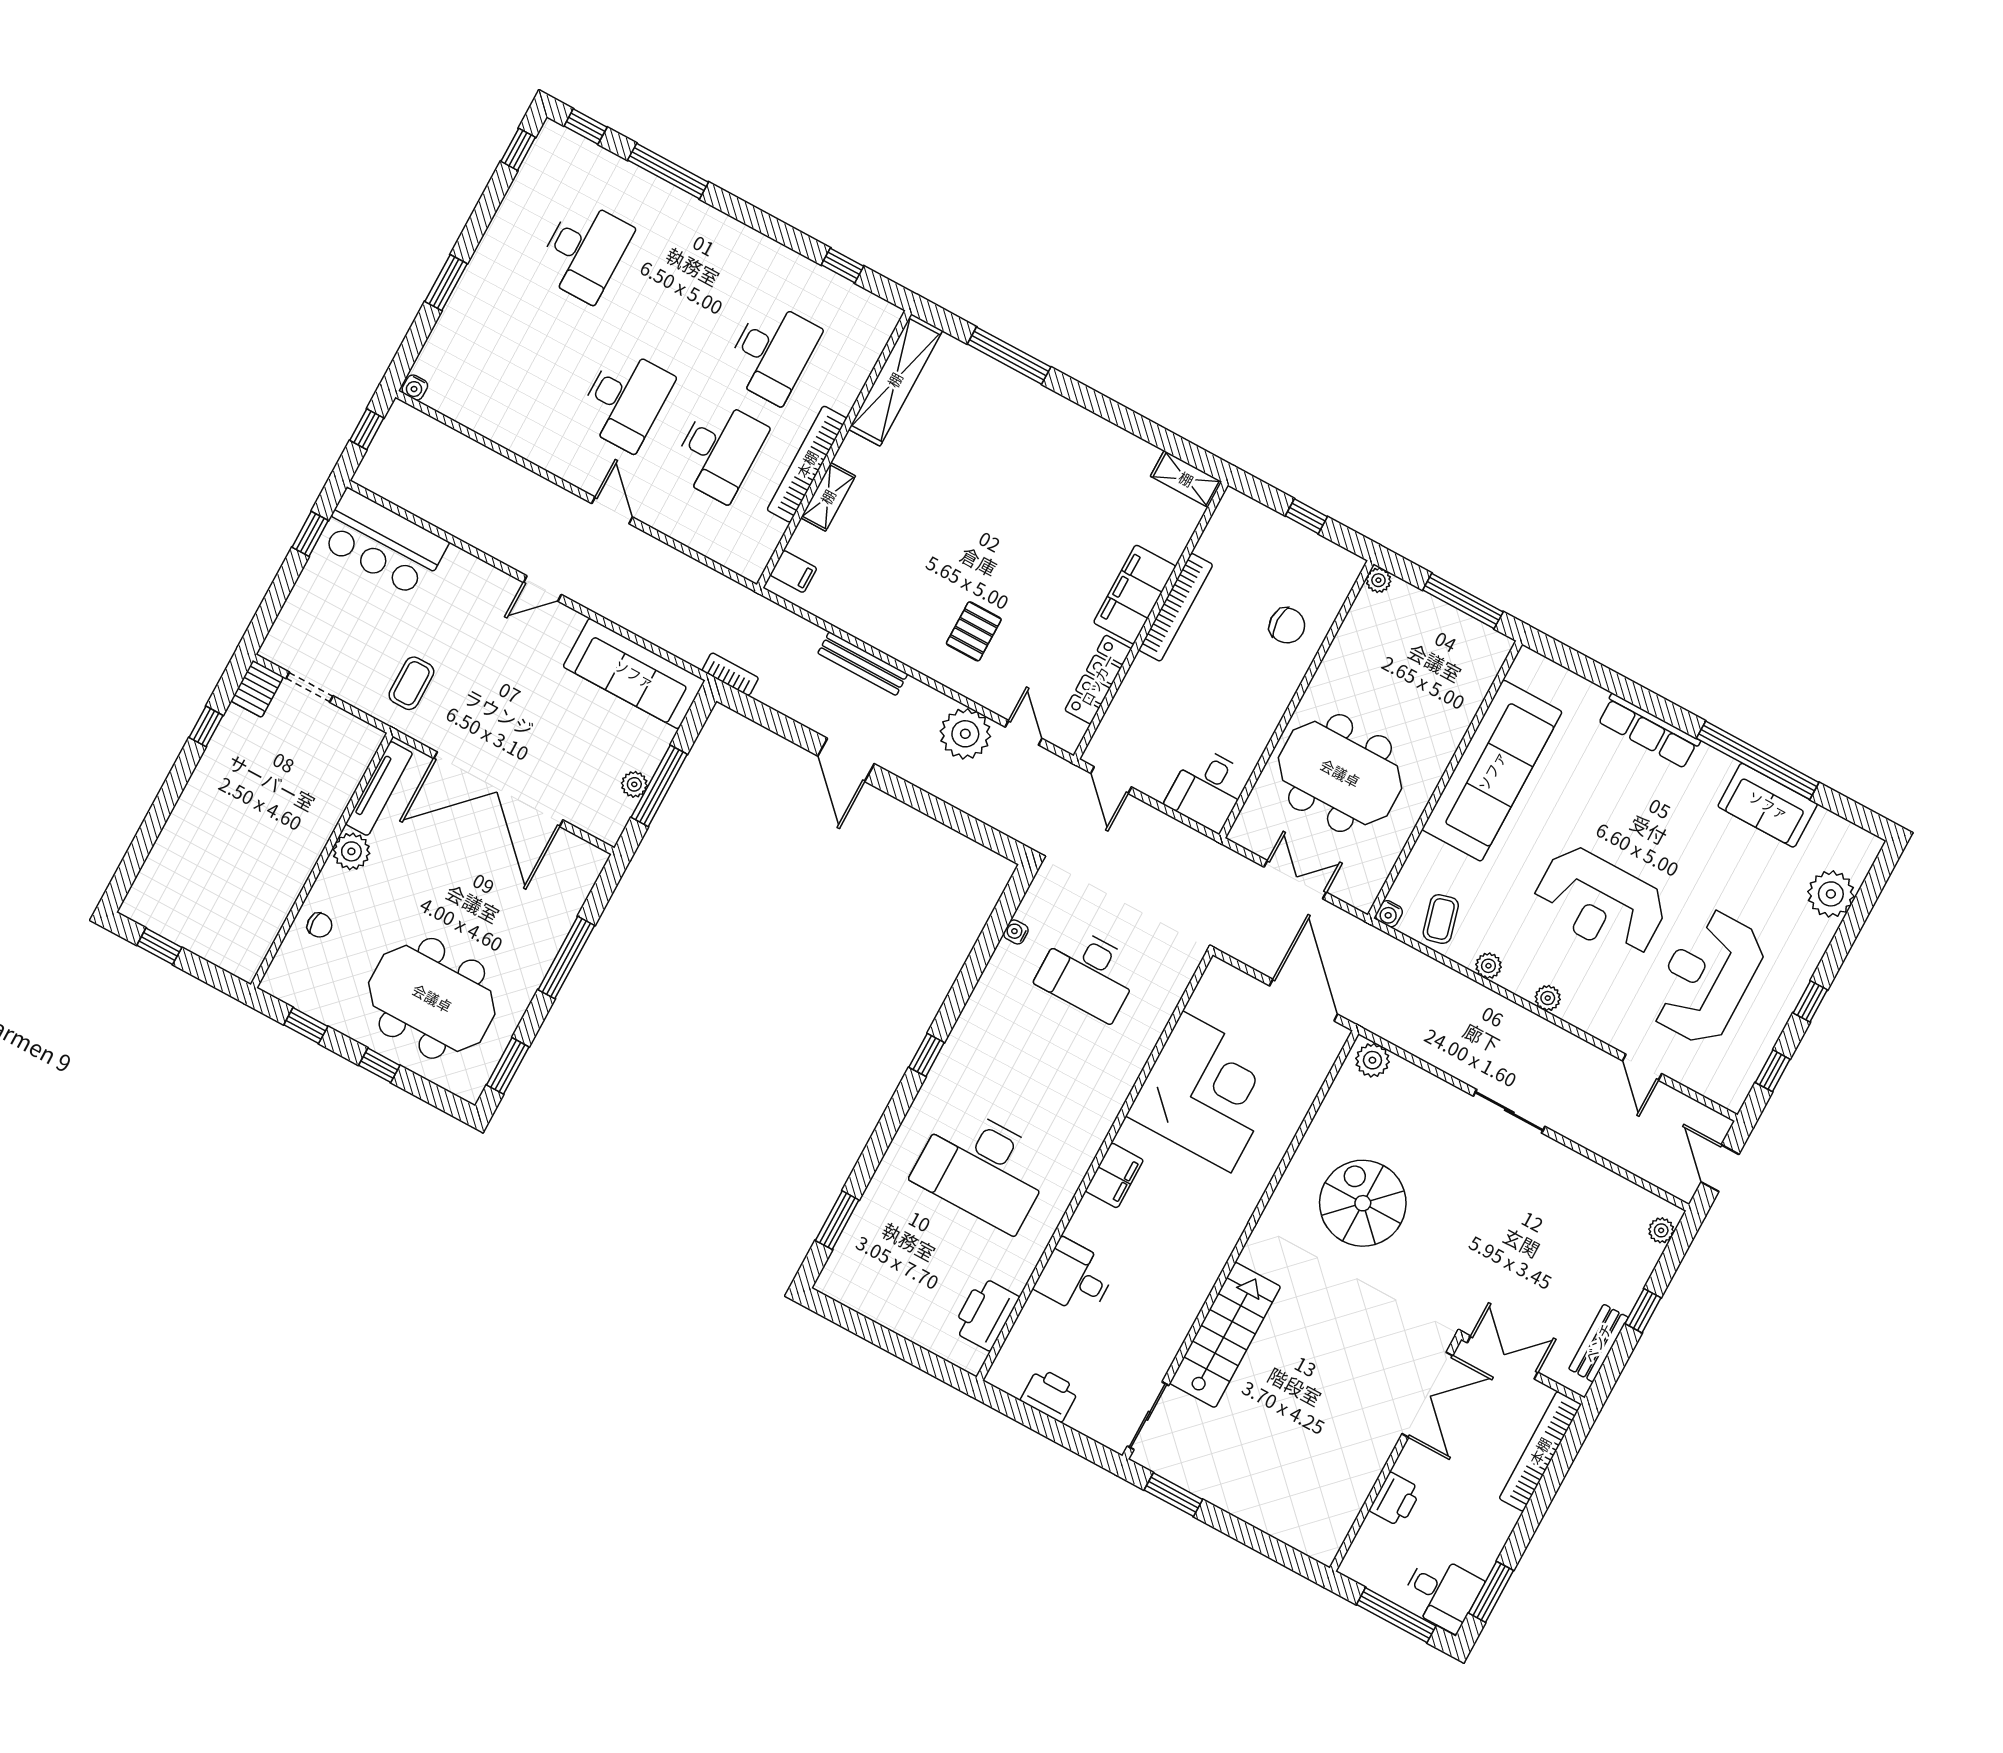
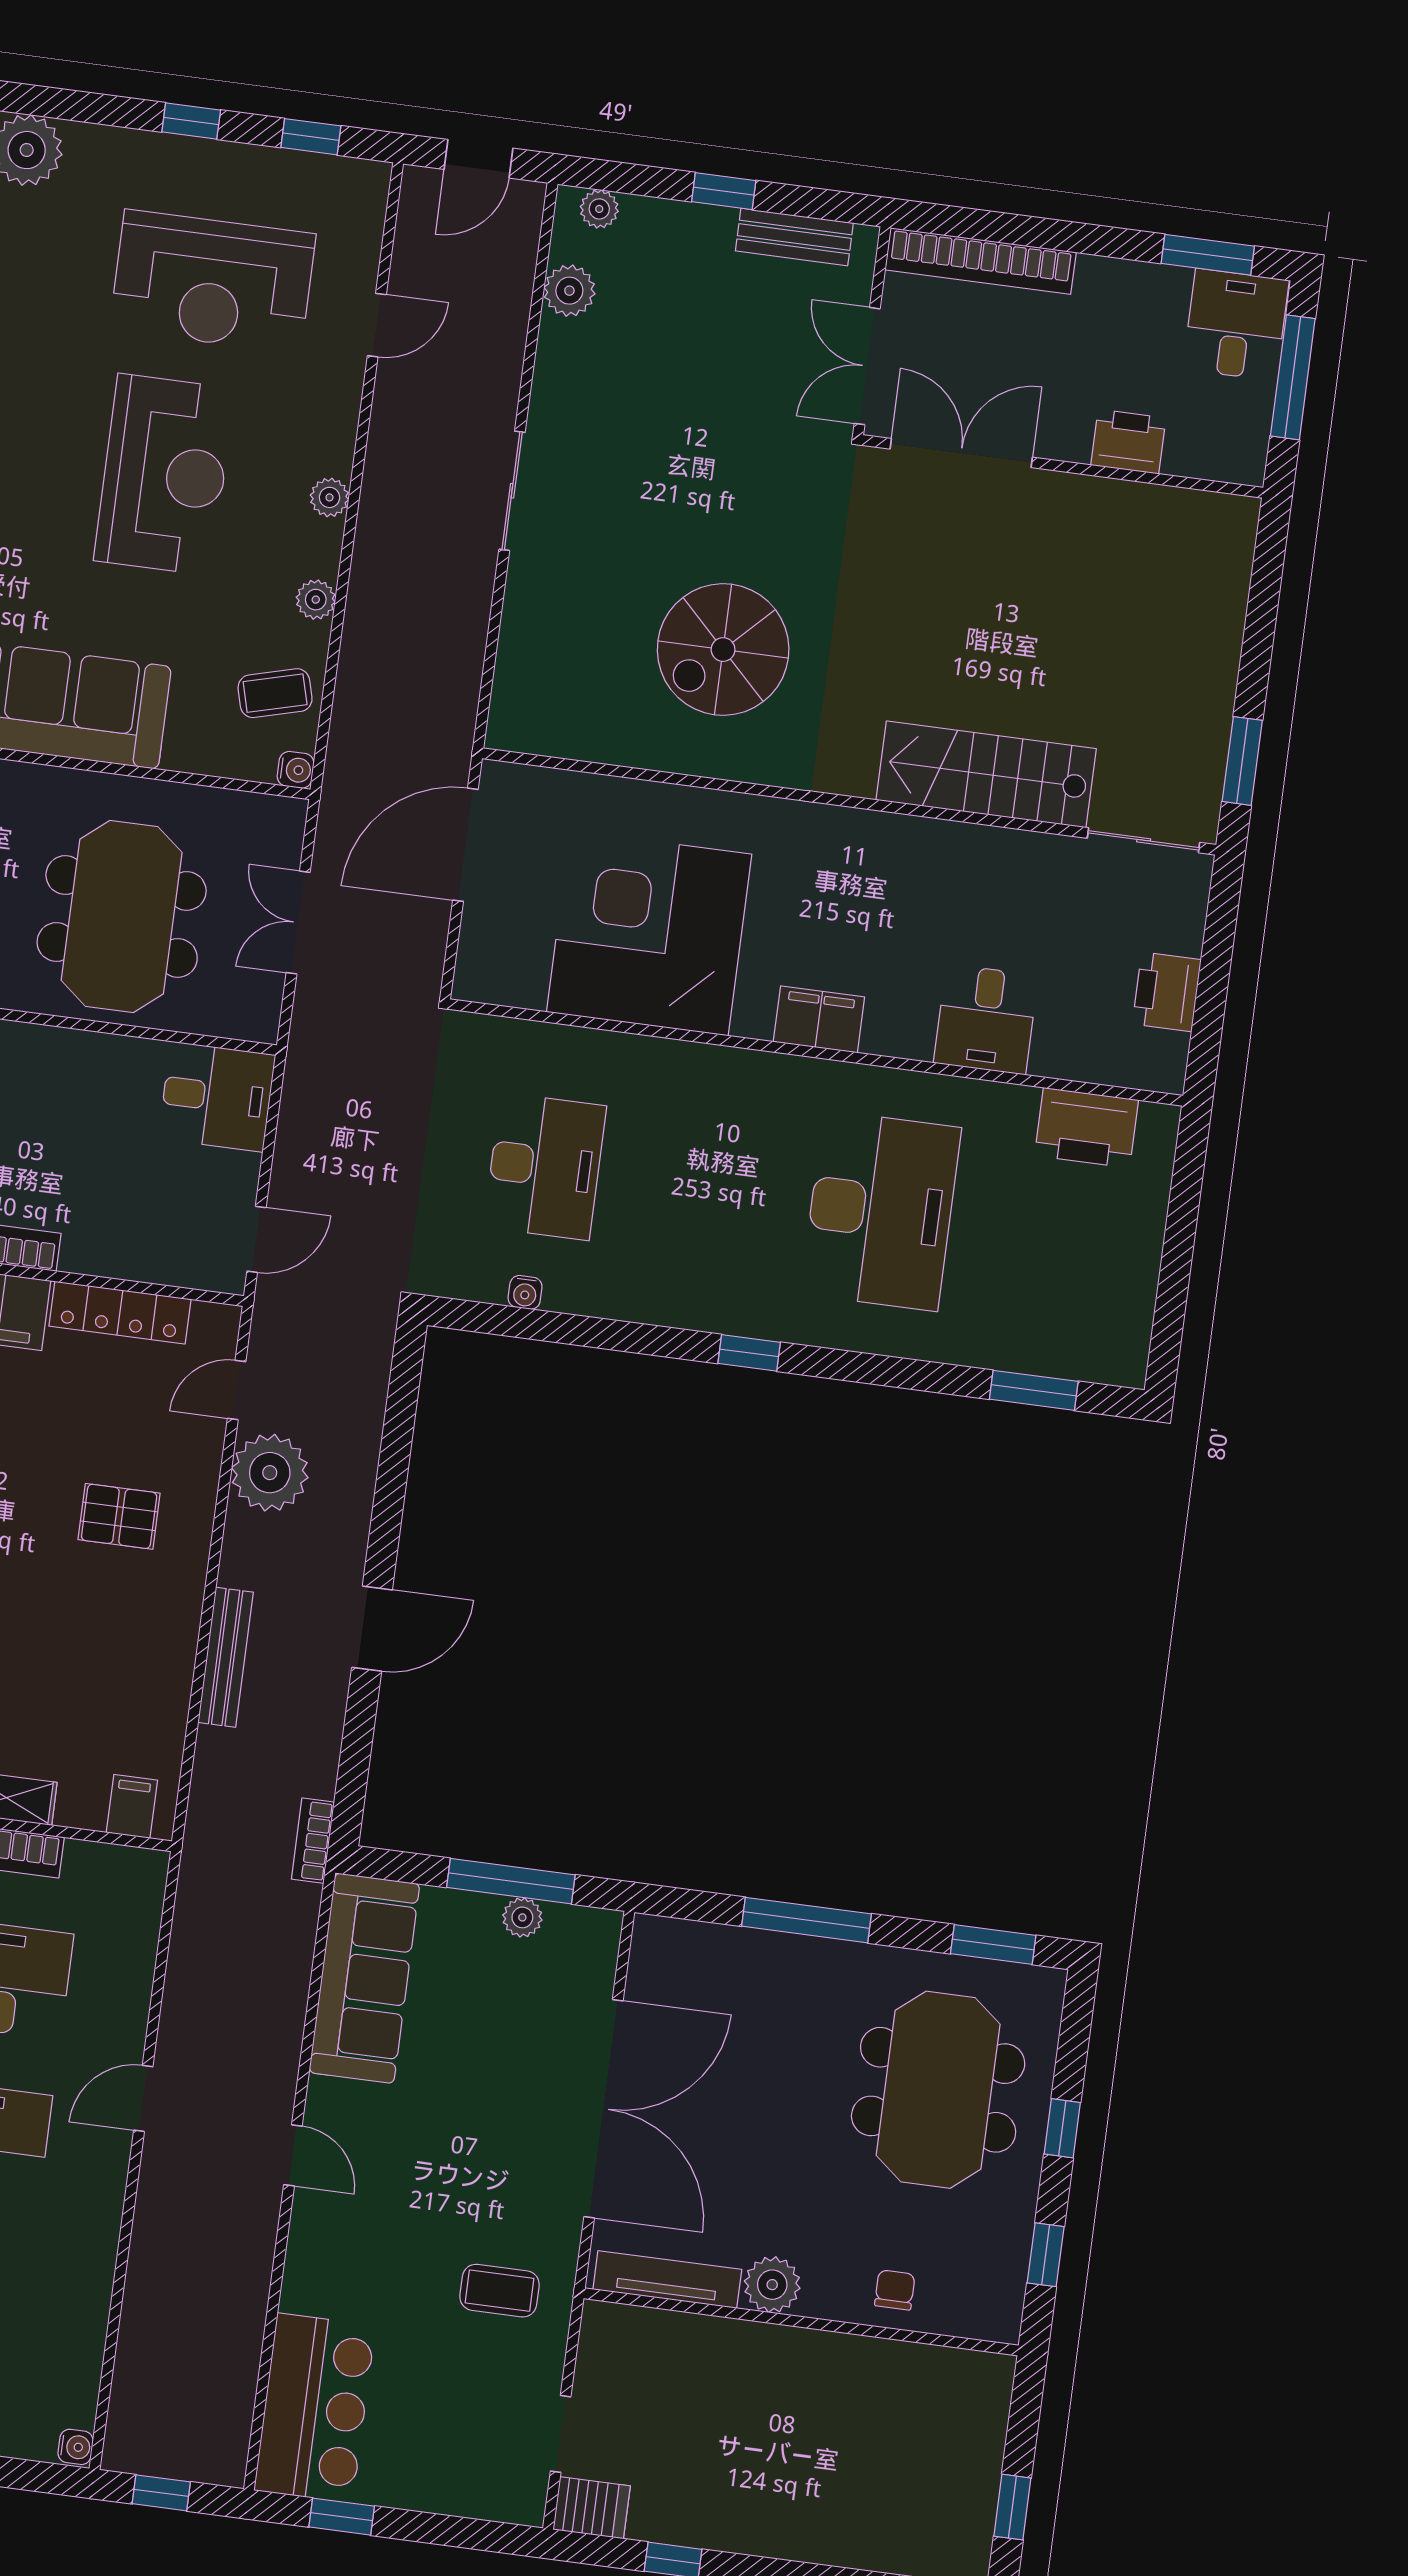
plant: (1372, 1060) -> (569, 291), moved

